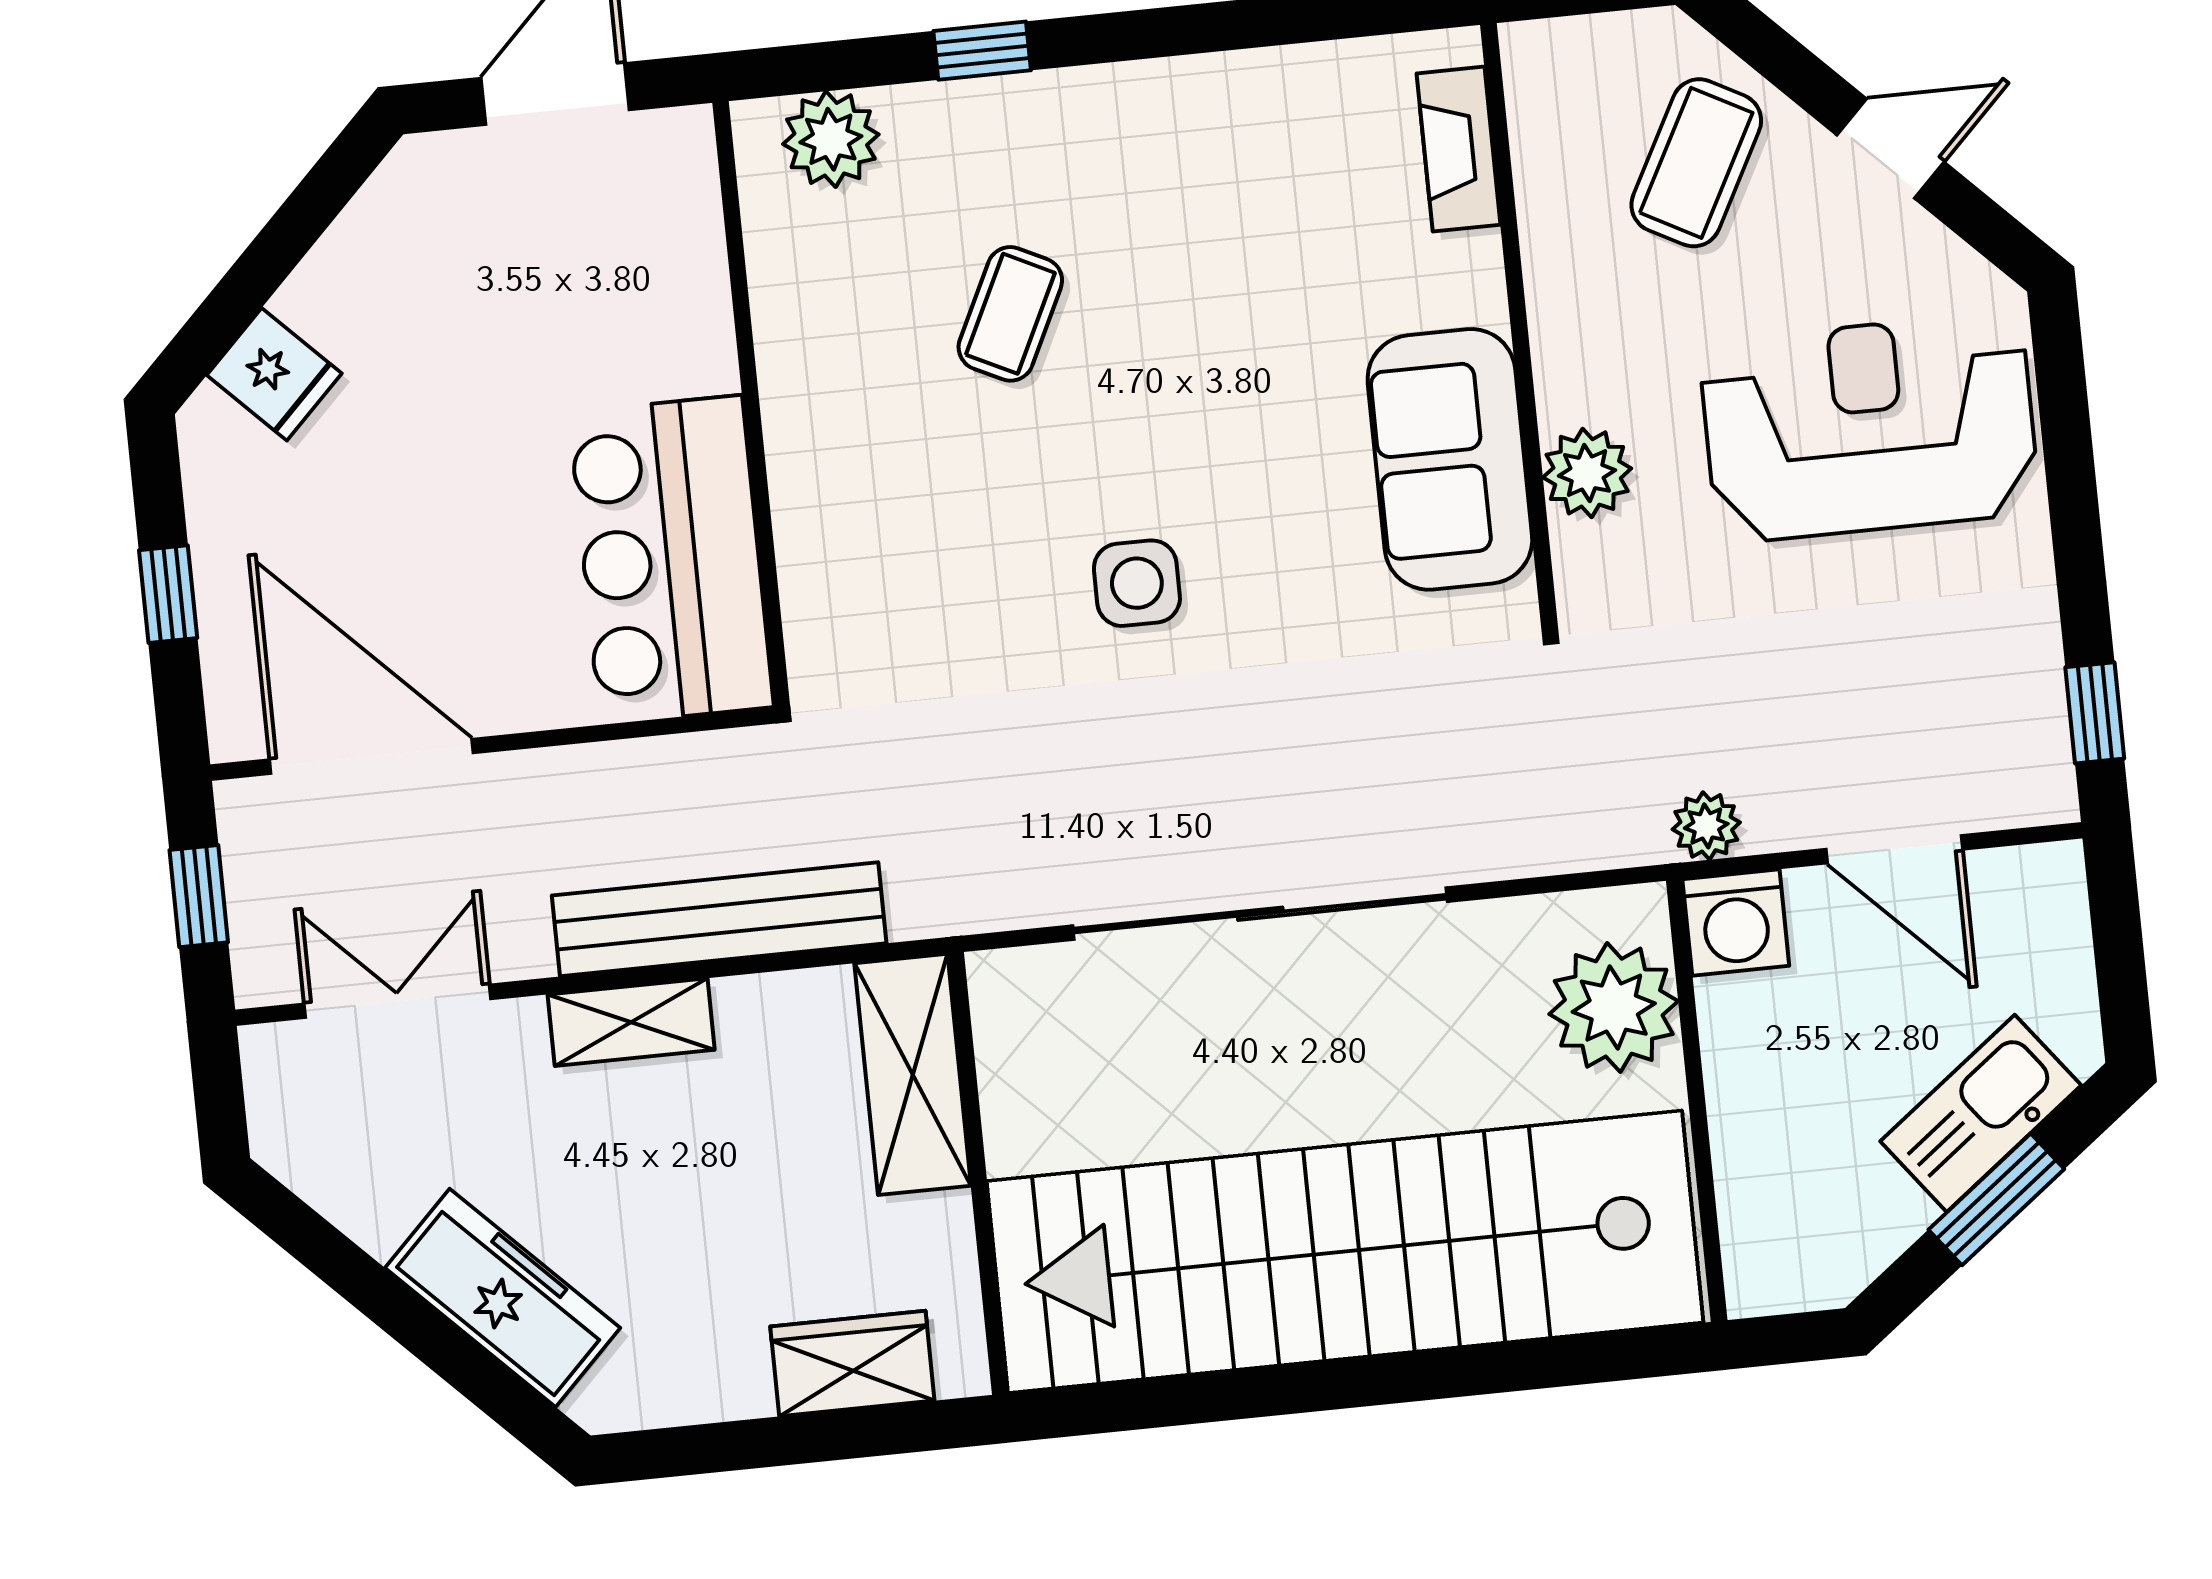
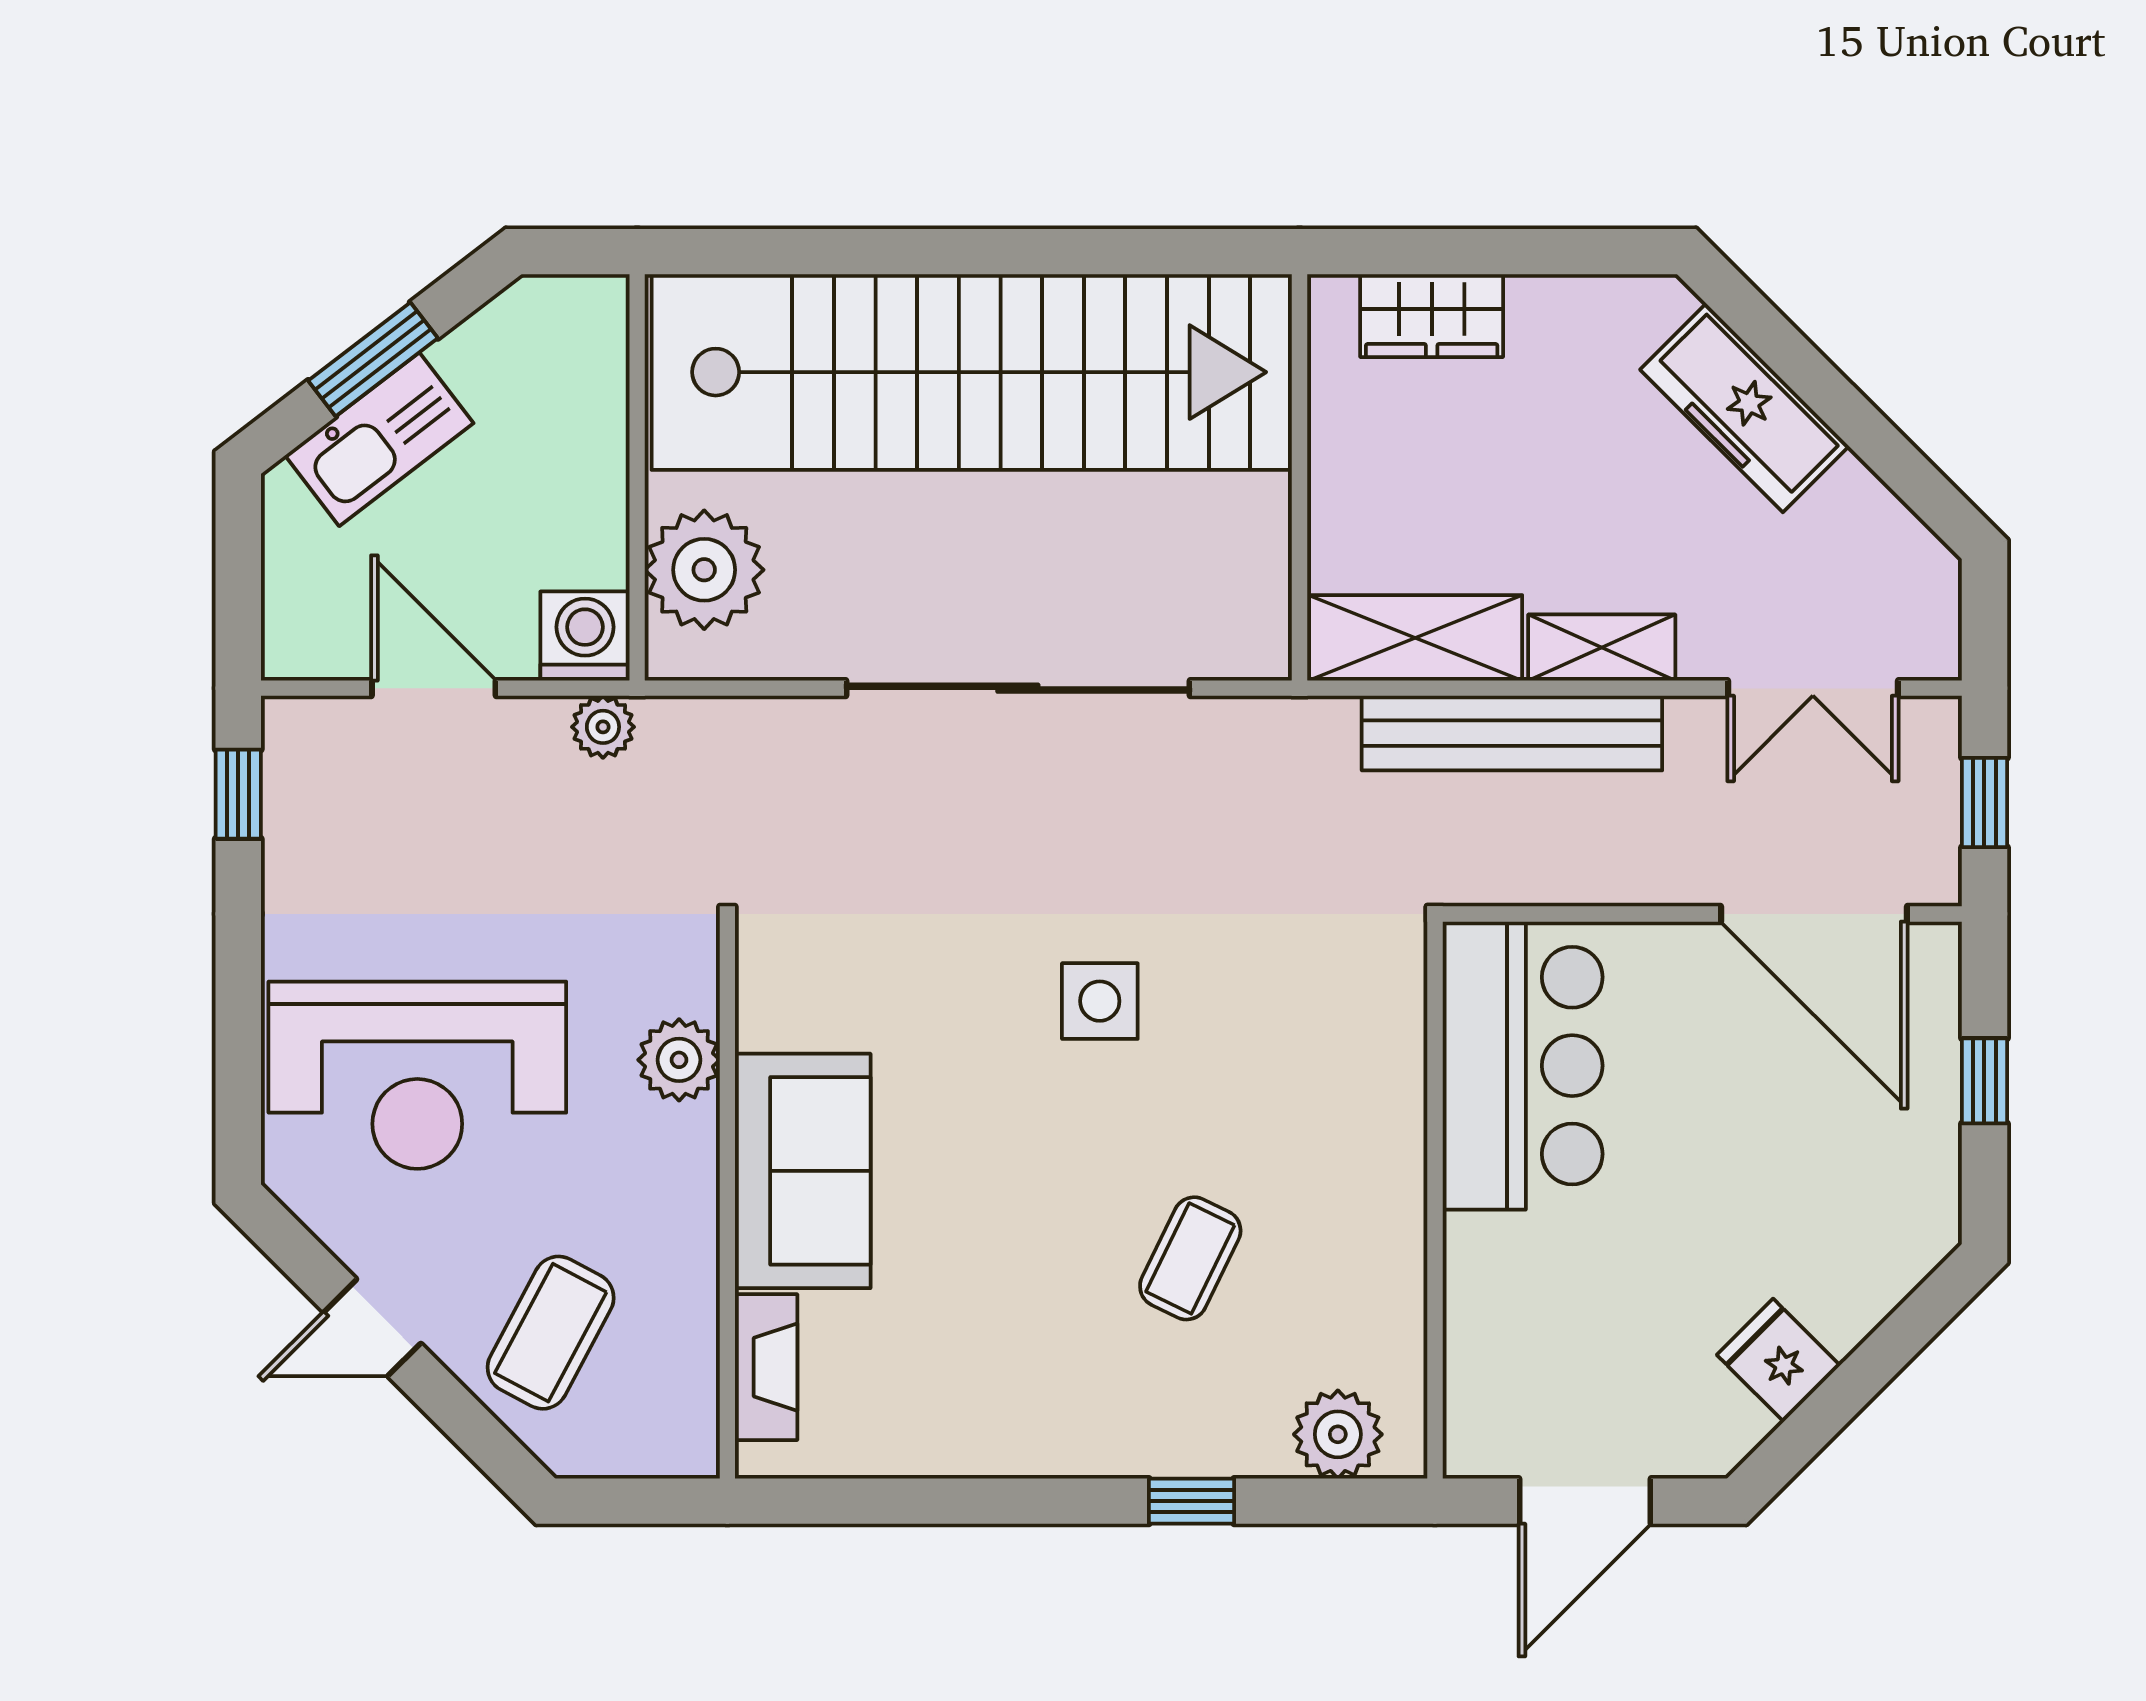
fridge: (274, 374) -> (1778, 1360), moved
sofa: (1450, 459) -> (803, 1171), moved
shelving: (913, 1074) -> (1415, 638), moved, turned 90

